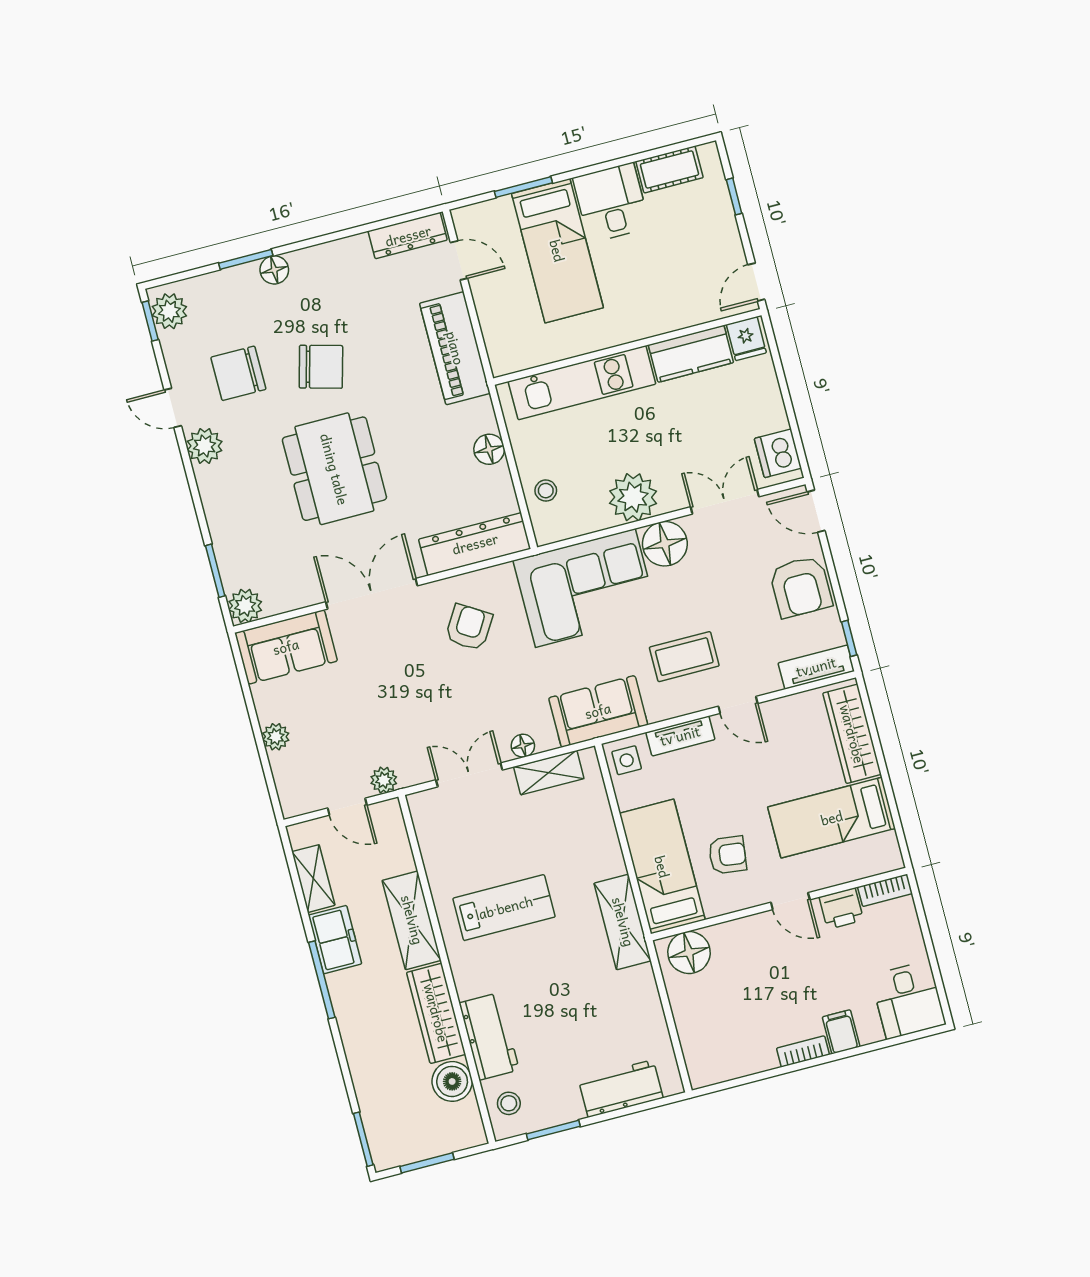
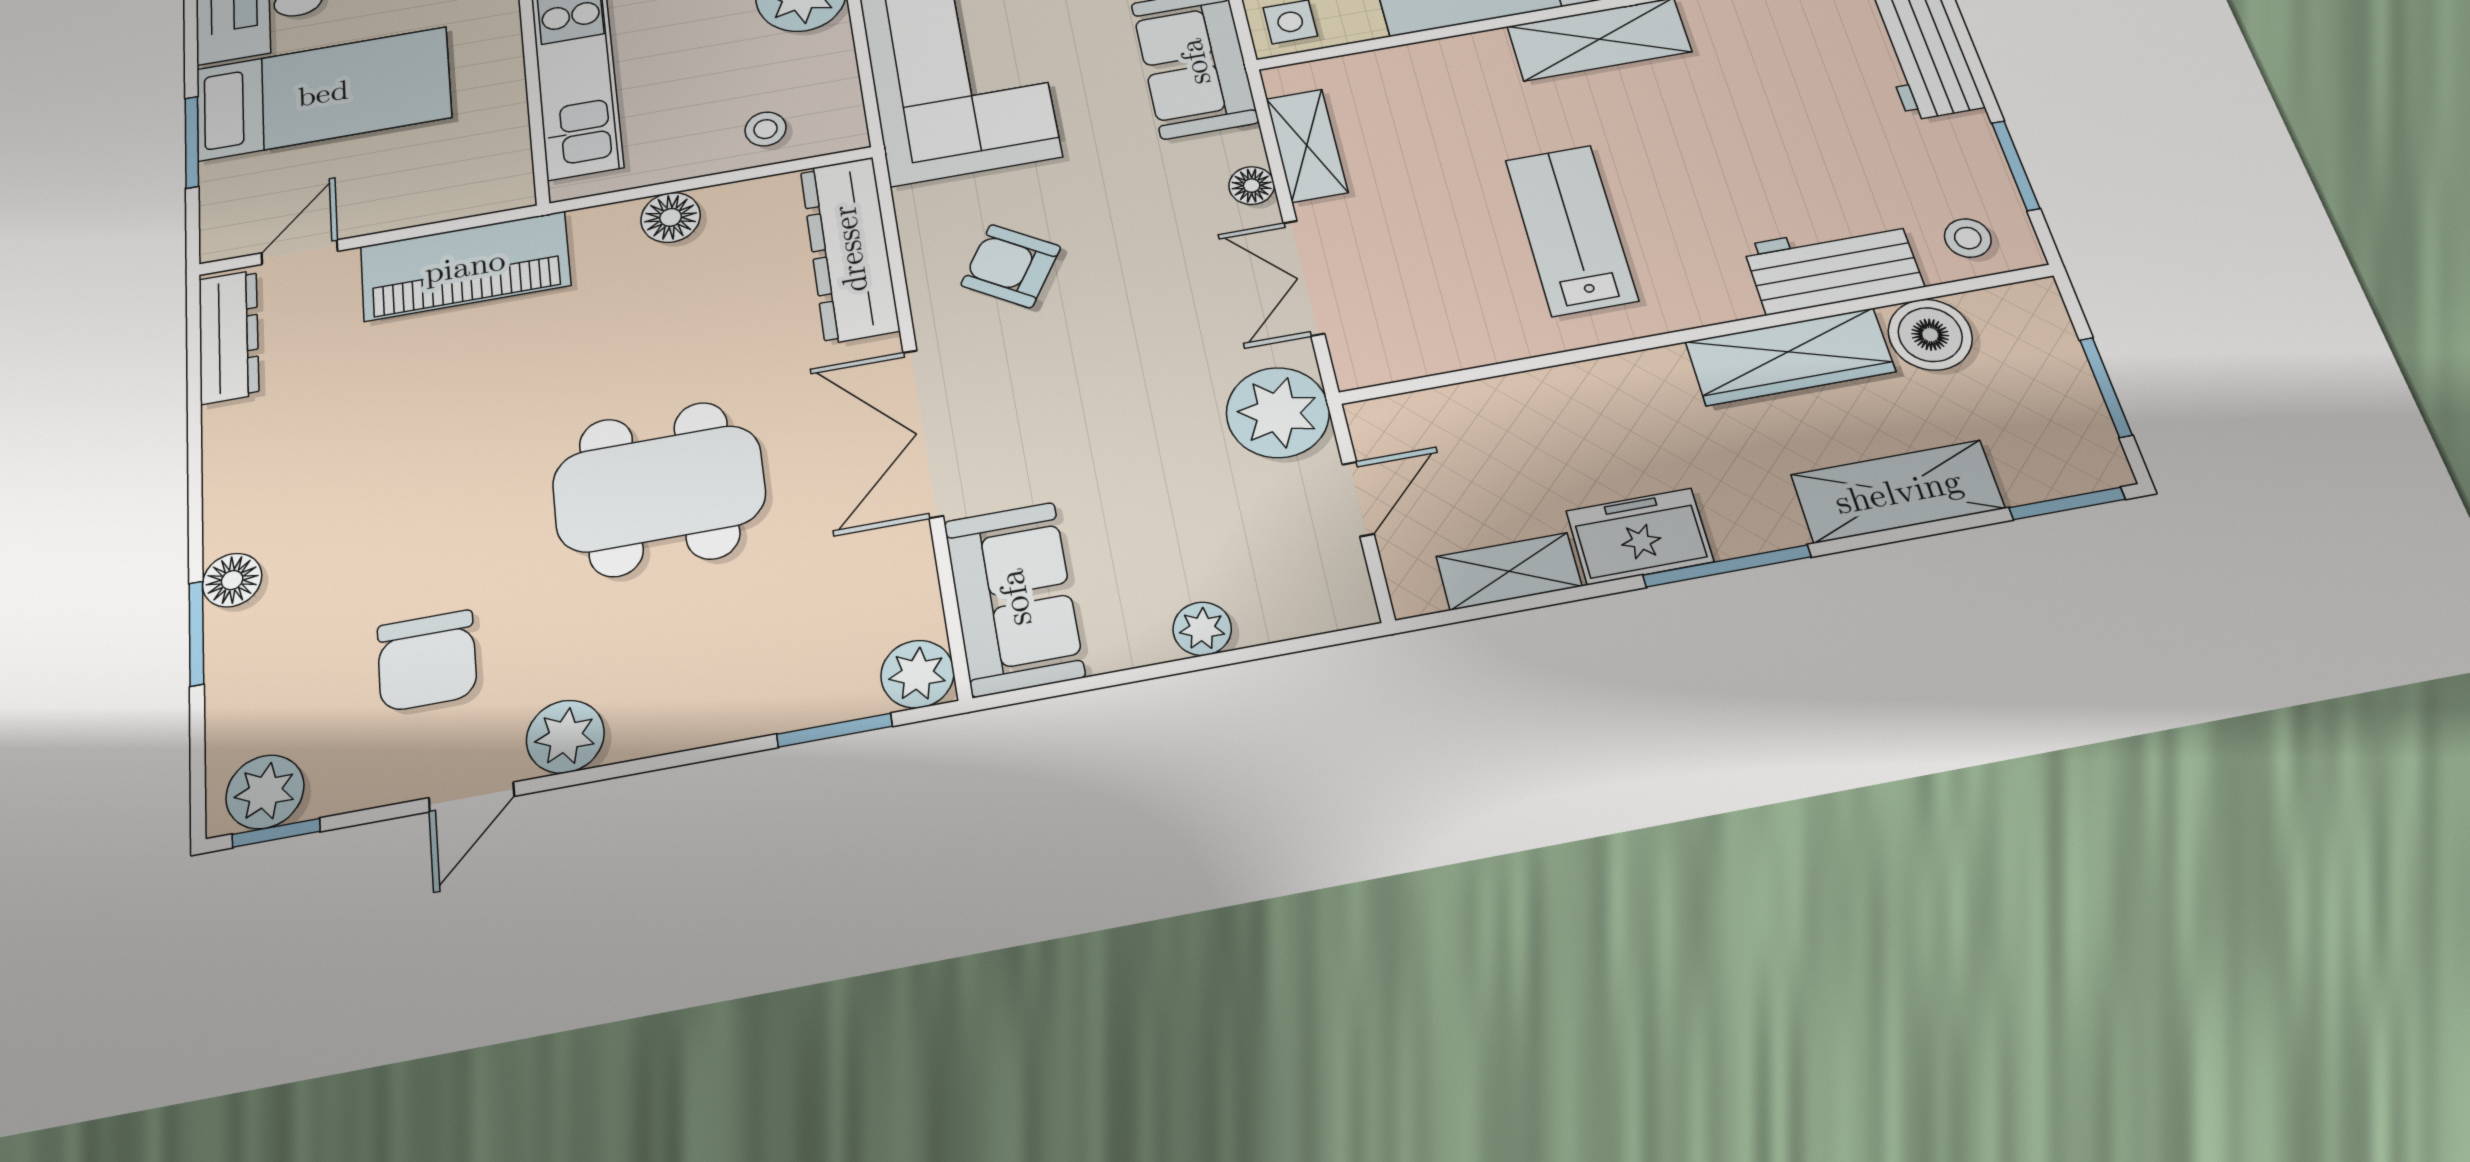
chair: (321, 367) -> (448, 503), removed
plant: (384, 780) -> (1278, 413), width x1.87, depth x1.87
shelving: (412, 920) -> (1898, 491), moved

